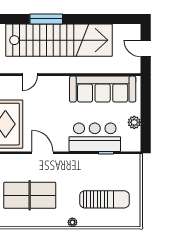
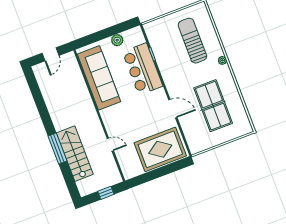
stairs: (59, 40) -> (75, 154), width x0.54, depth x0.66
door: (42, 153) -> (173, 109), swing flipped

